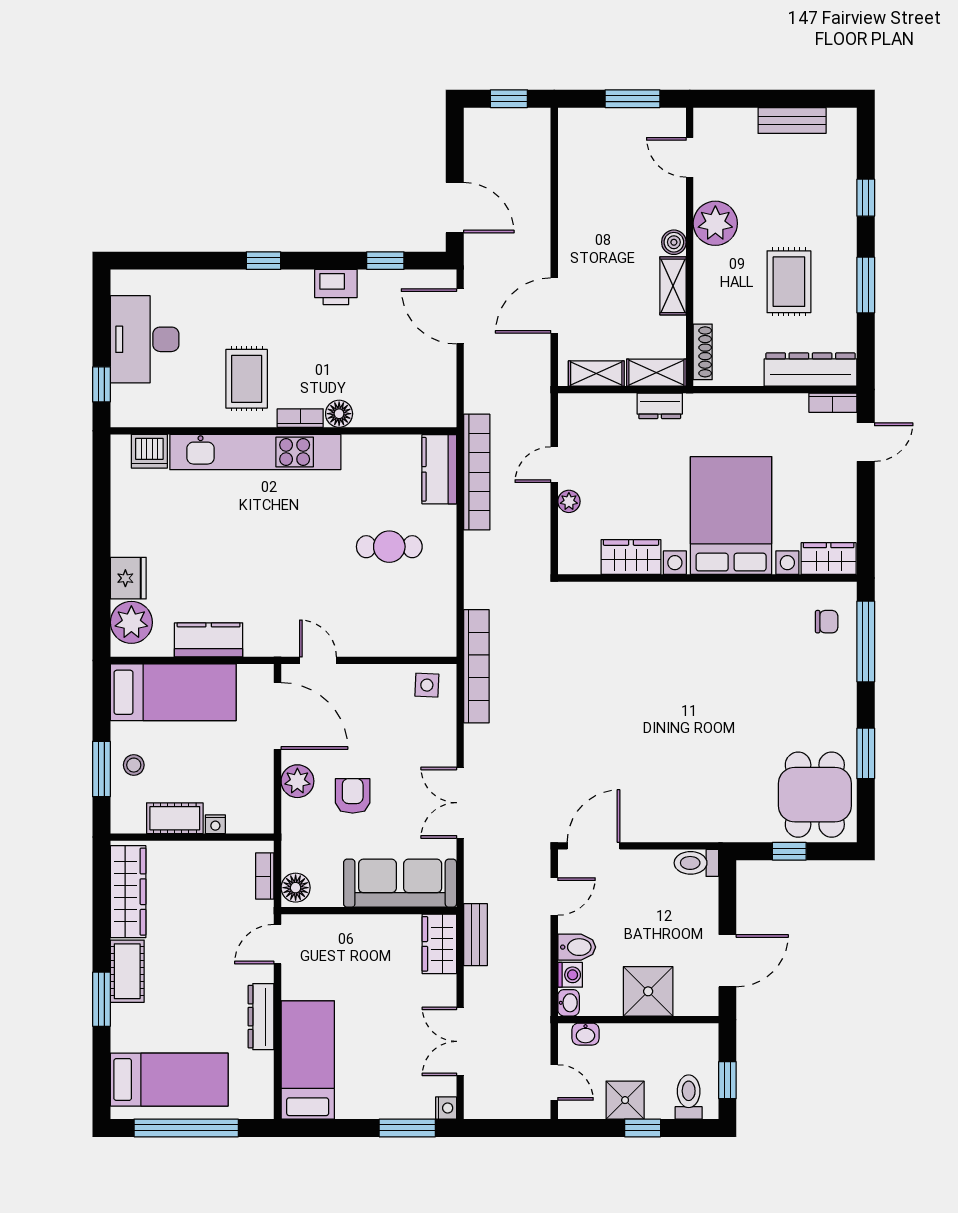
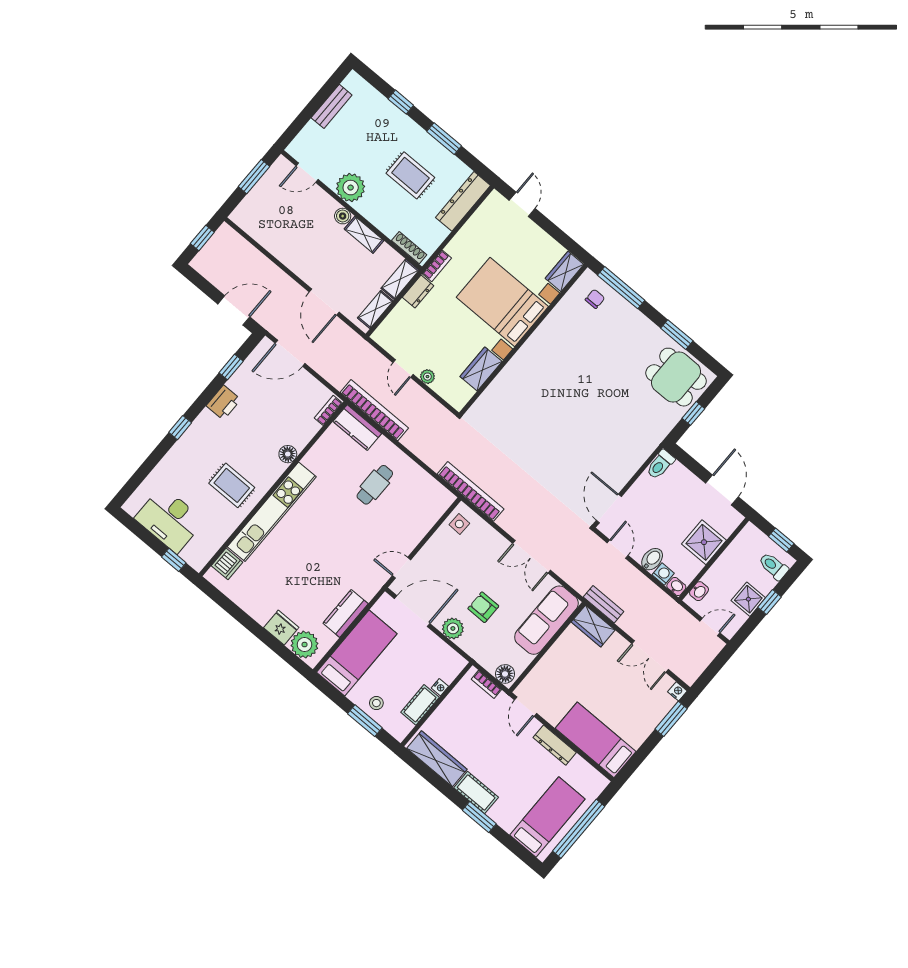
bookcase: (833, 403) -> (437, 266), moved
bookcase: (300, 418) -> (328, 410), moved

